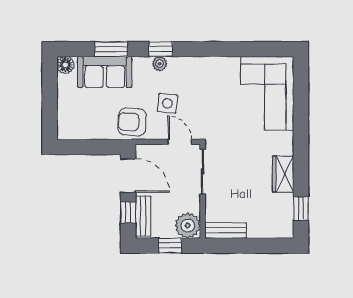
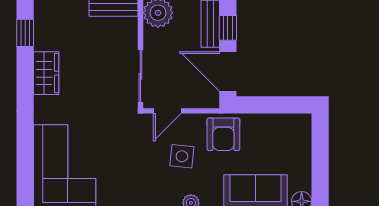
armchair: (132, 122) -> (223, 134), turned 86
door: (180, 142) -> (167, 111), hinge flipped

